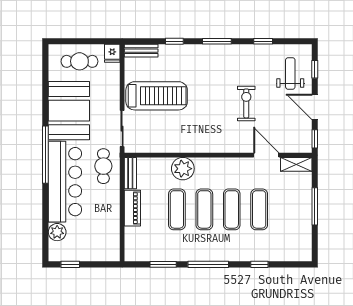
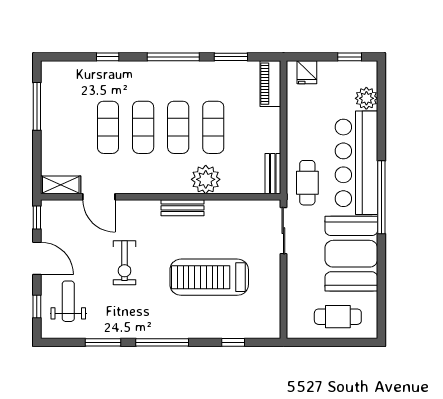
window: (174, 41) -> (233, 342), moved
window: (217, 41) -> (162, 342), width x1.44
window: (263, 41) -> (103, 342), width x1.50
bench: (141, 51) -> (182, 208), moved
fridge: (112, 53) -> (307, 72), moved, turned 180
weight bench: (290, 73) -> (68, 301), turned 180
treadmill: (157, 96) -> (209, 277), moved
window: (315, 206) -> (37, 106), moved
piano: (132, 208) -> (270, 84), moved

